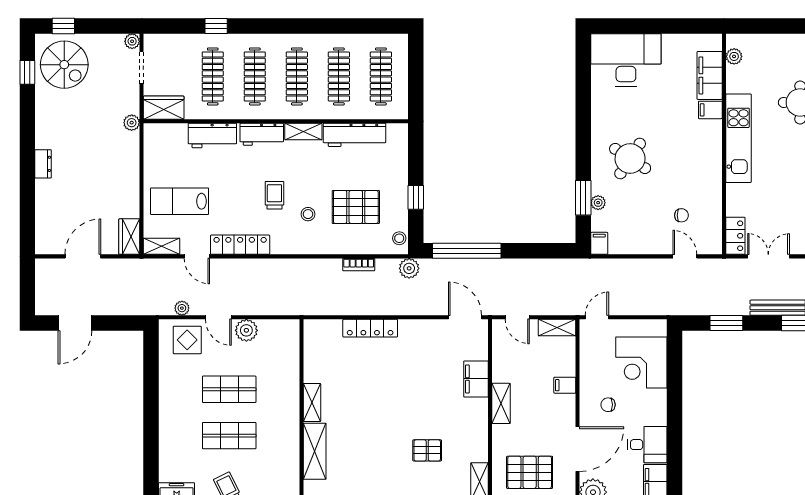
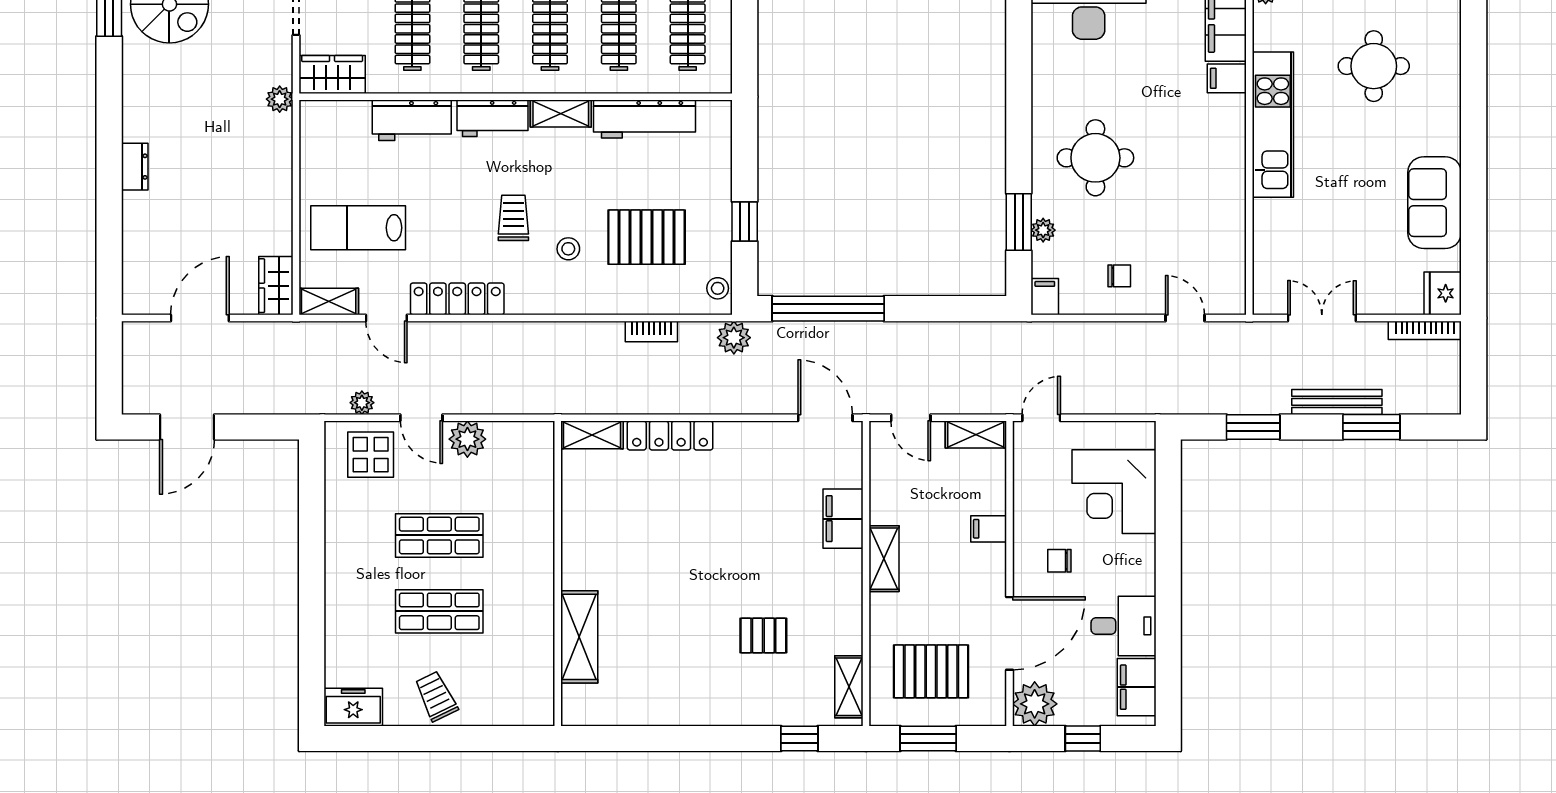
round table: (630, 159) -> (1095, 158), turned -33
chair: (681, 215) -> (1119, 276), moved
locker: (735, 236) -> (1268, 284), removed
shelving: (312, 402) -> (592, 435), moved, turned 90

